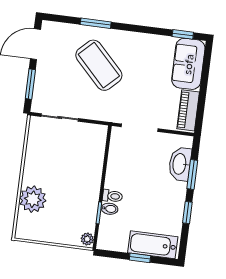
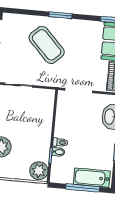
window: (96, 23) -> (60, 15), moved
plant: (87, 239) -> (39, 171), width x1.88, depth x1.88
window: (140, 258) -> (83, 188), width x2.17

